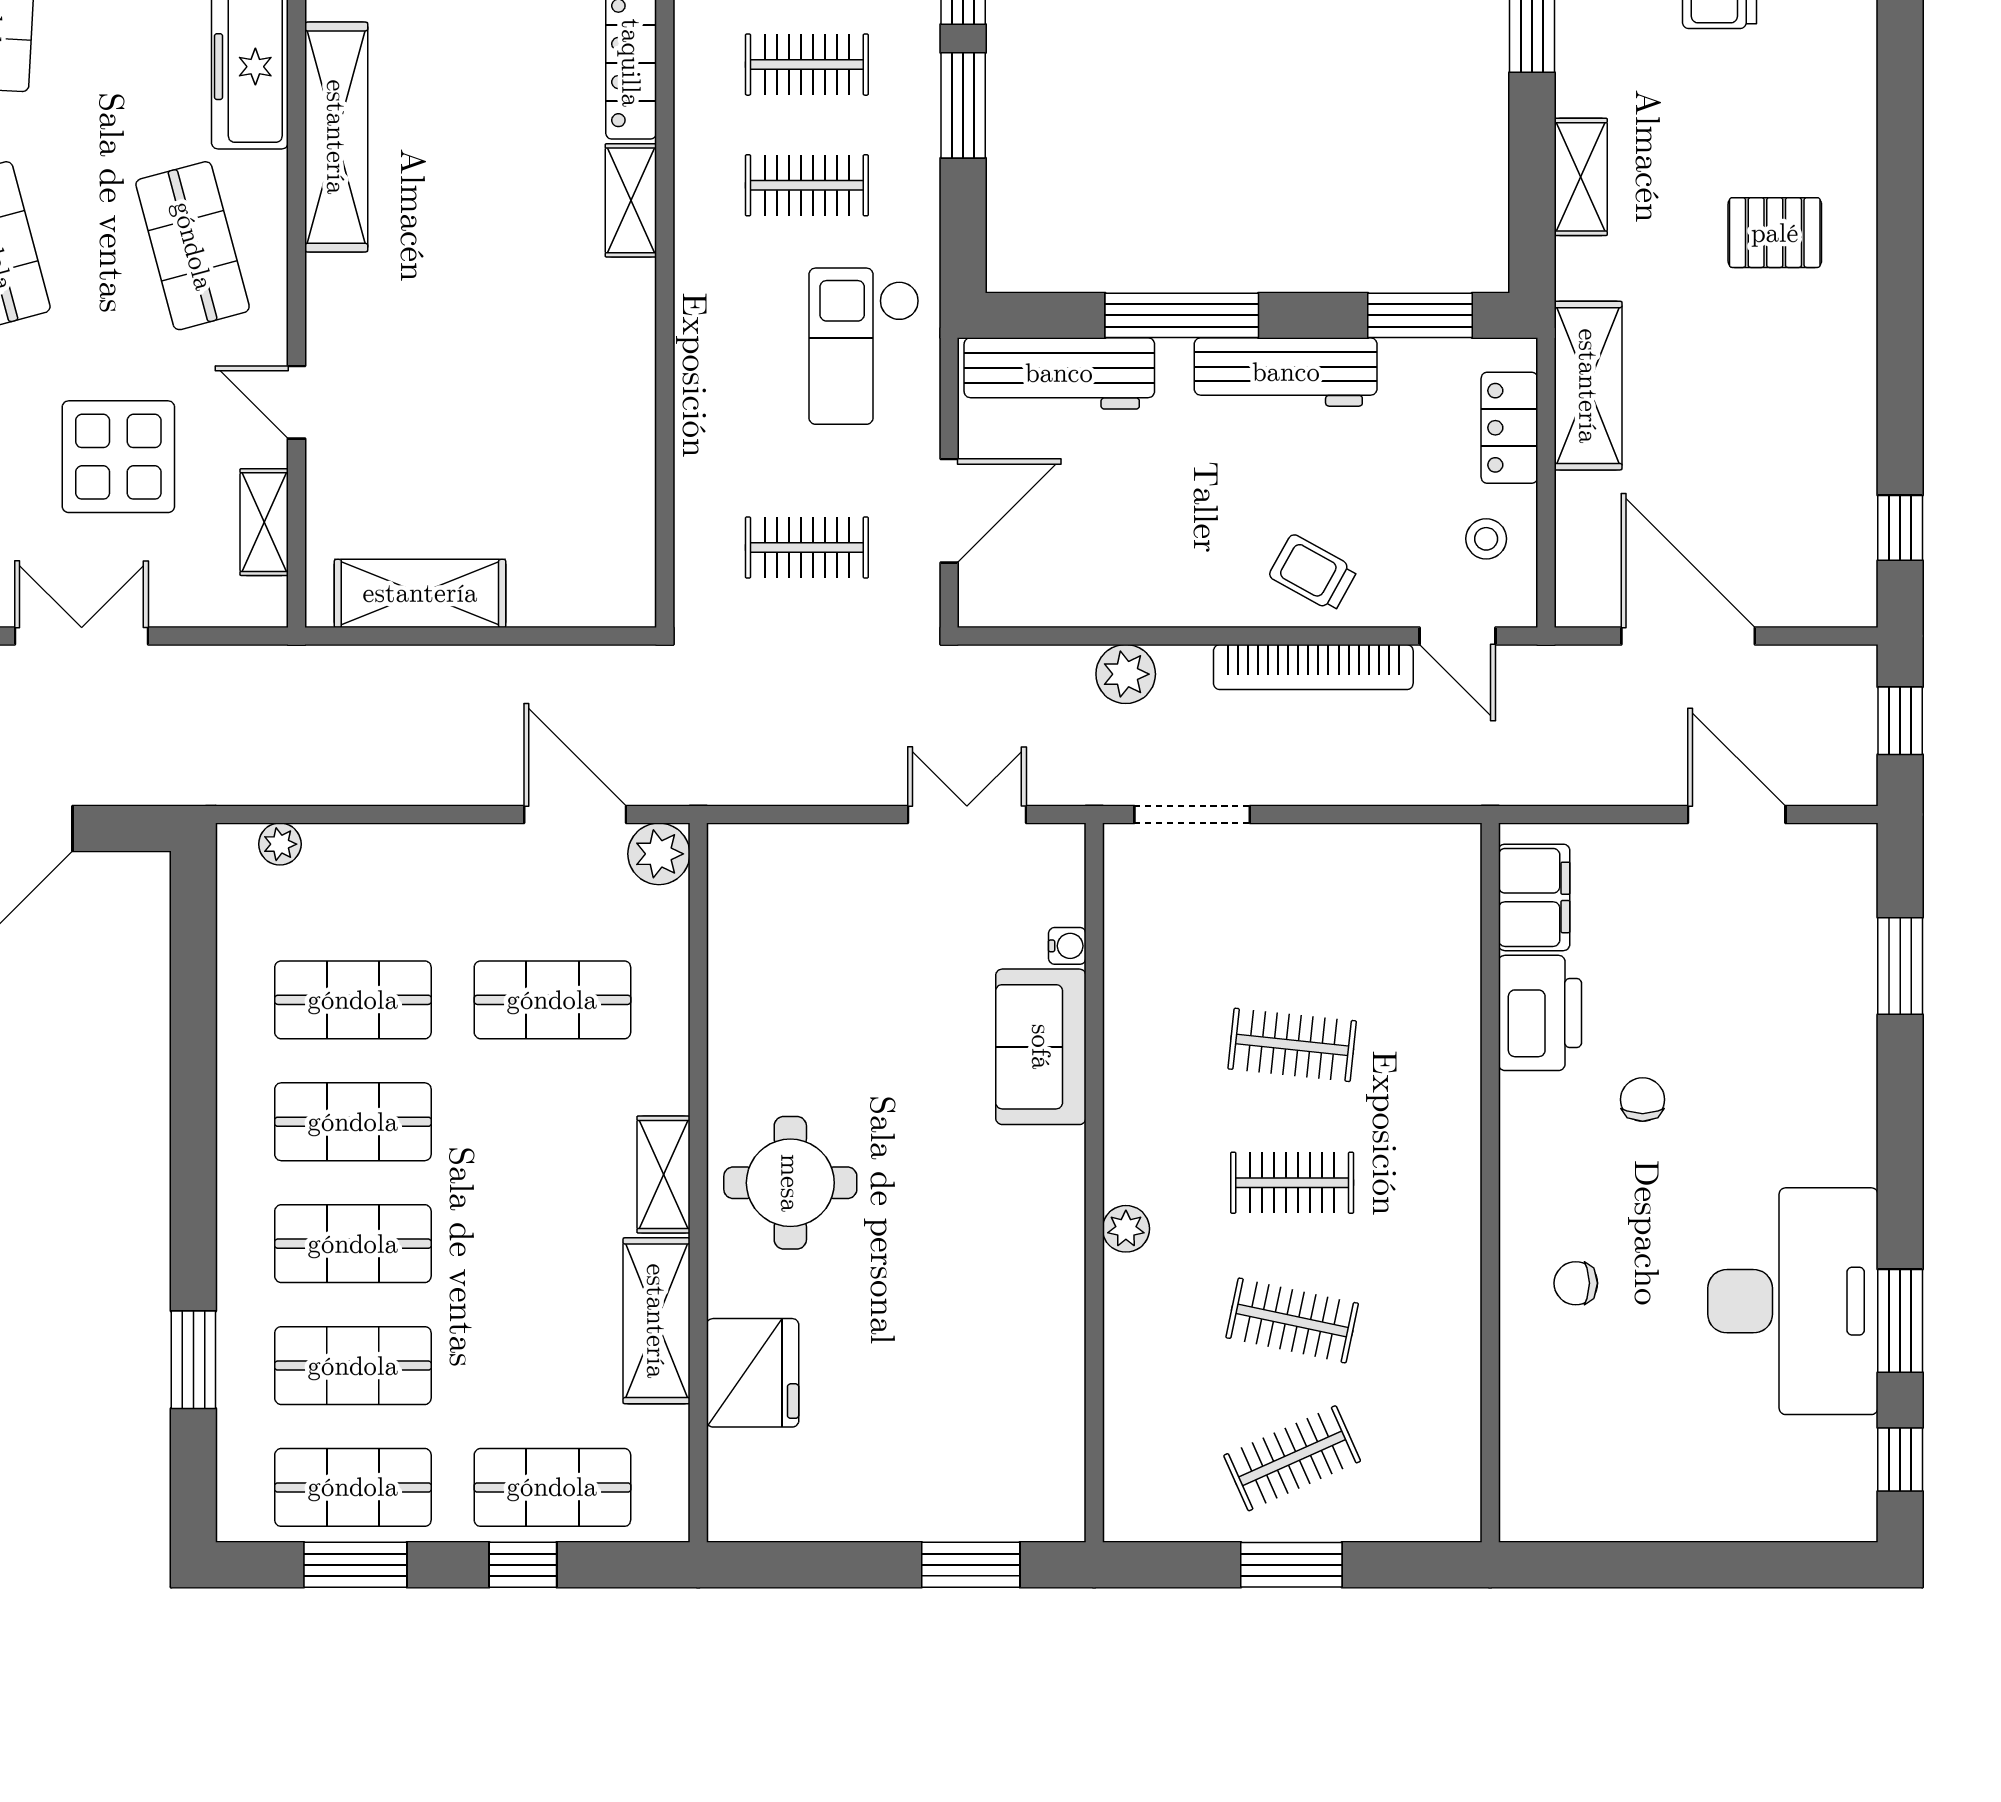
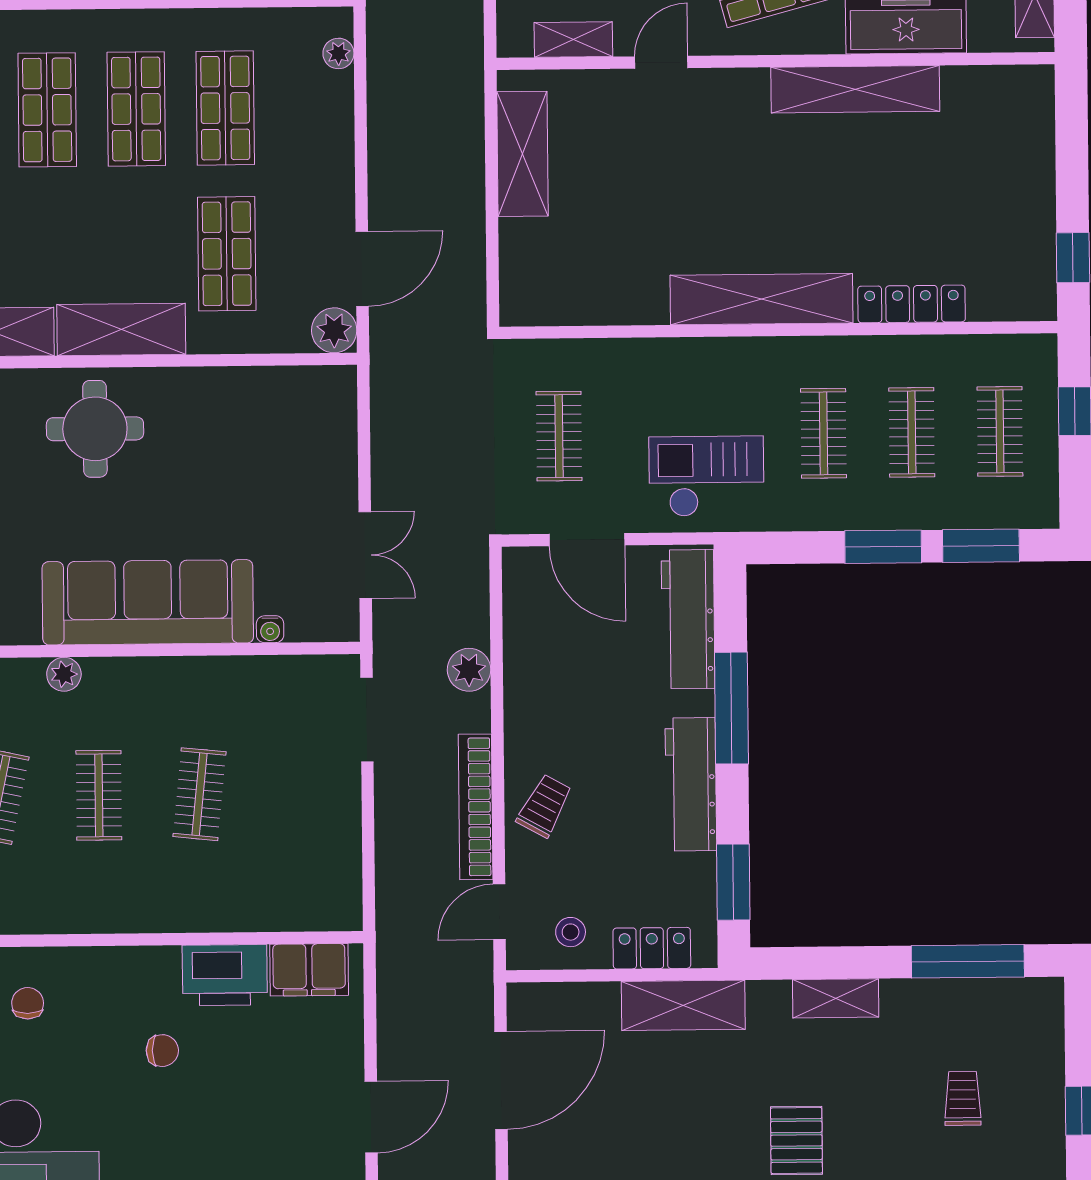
shelving: (631, 200) -> (761, 299), width x2.20, depth x1.33
sofa: (1041, 1047) -> (148, 602), width x1.85, depth x1.27
shelving: (663, 1175) -> (121, 329), width x1.50, depth x1.33

